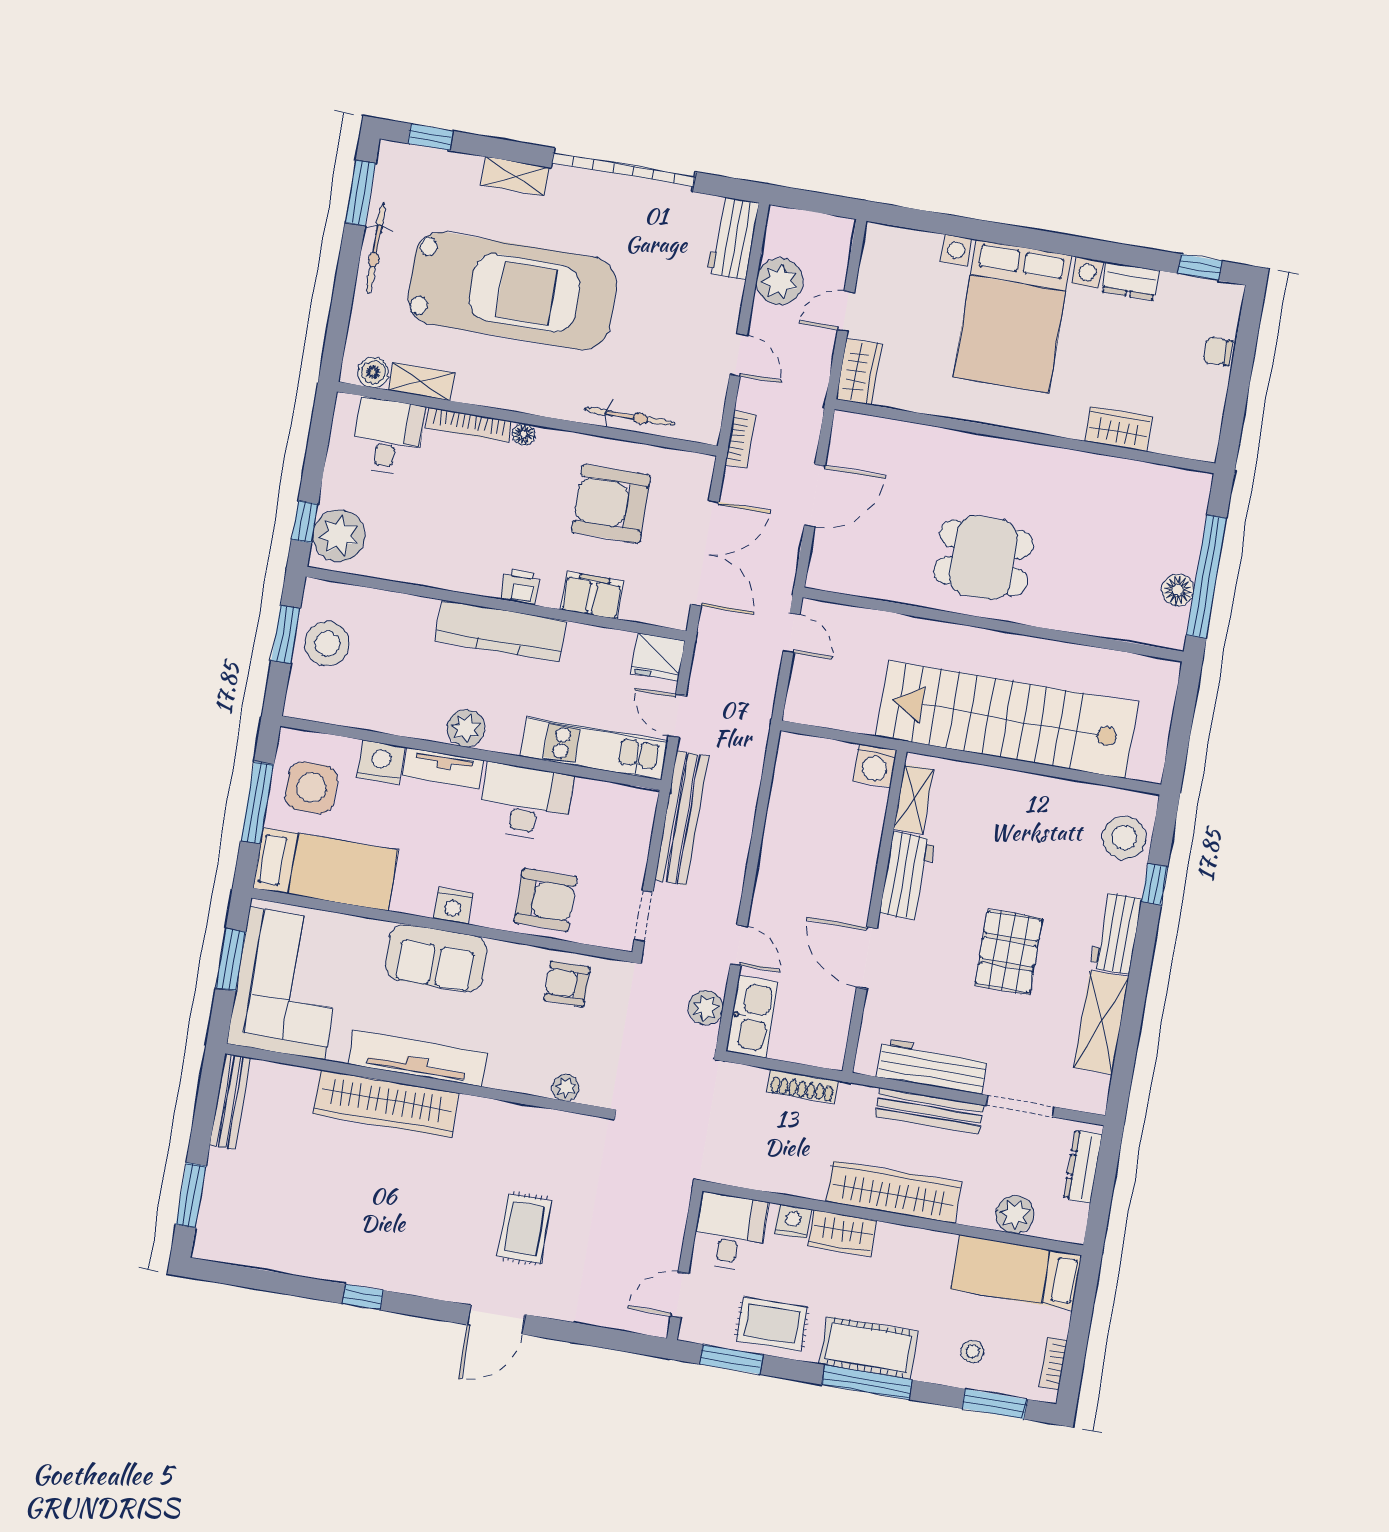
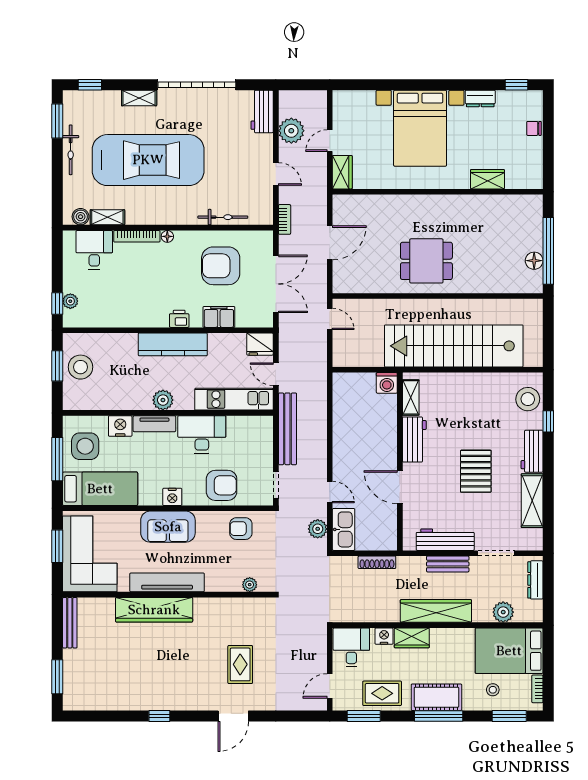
plant: (339, 536) -> (70, 301), width x0.53, depth x0.53
bench: (930, 1111) -> (448, 564), width x0.73
bed: (1016, 1272) -> (509, 651), width x1.50

